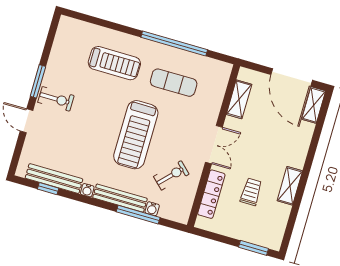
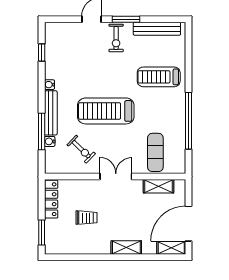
treadmill: (114, 63) -> (159, 77), turned 90
exercise mat: (174, 83) -> (155, 152), moved
double door: (214, 145) -> (116, 176), swing flipped
bench: (54, 179) -> (157, 29), moved, turned 90
shelving: (290, 186) -> (126, 247), moved
locker: (211, 194) -> (51, 199), moved, turned -90

